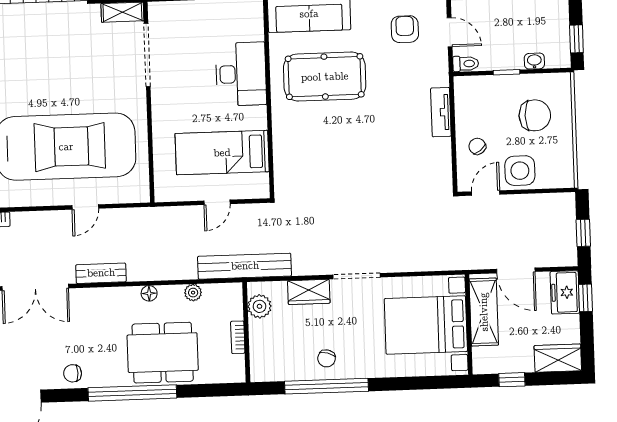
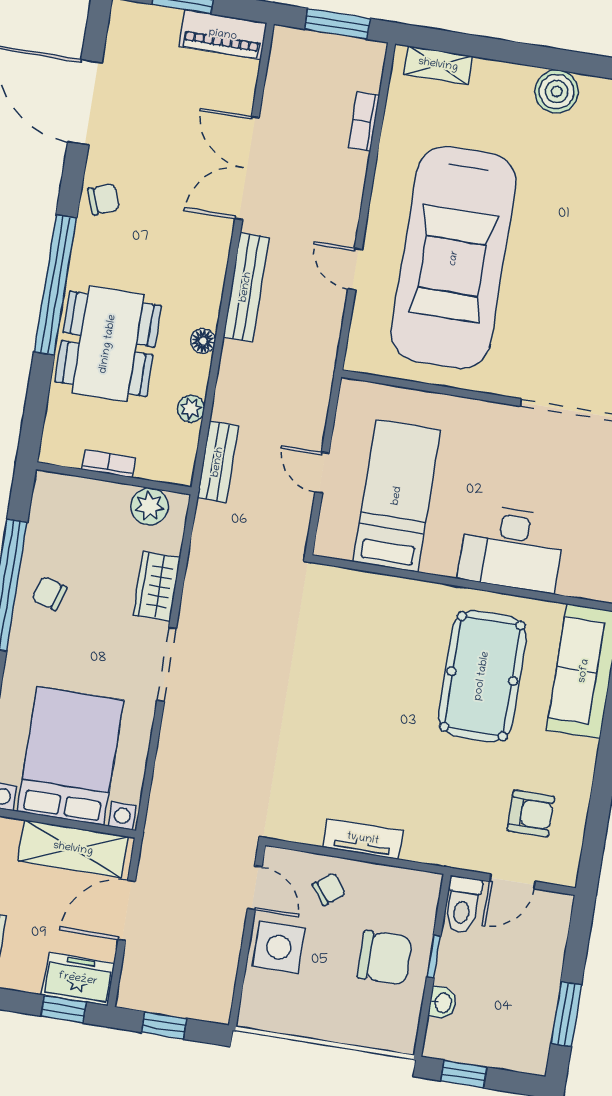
toilet: (466, 64) -> (463, 905), width x1.37, depth x1.39
tv unit: (441, 112) -> (363, 839), moved
chair: (535, 115) -> (385, 958), moved, turned -90
bench: (245, 266) -> (218, 462), width x0.54, depth x0.82
bench: (101, 273) -> (246, 287), width x1.36
chair: (73, 373) -> (104, 199), turned 69

